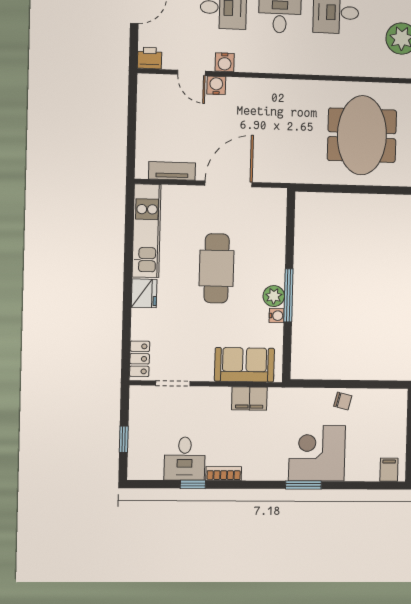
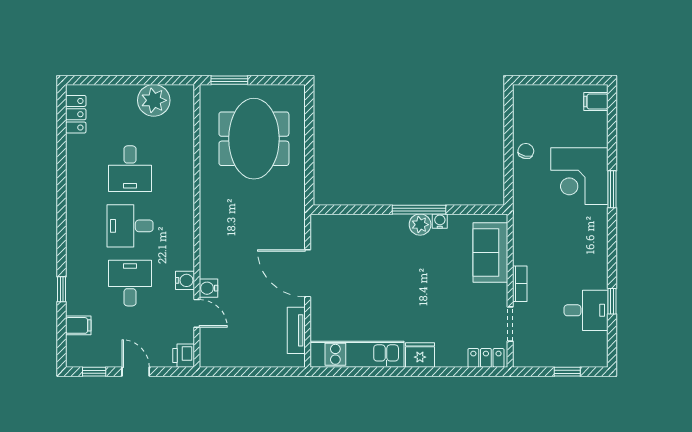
door: (191, 73) -> (197, 313), hinge flipped
meeting table: (362, 135) -> (254, 139), turned 90
cafe table: (217, 268) -> (393, 283), removed
filing cabinet: (249, 398) -> (524, 247), removed
bookcase: (224, 473) -> (520, 284), moved, turned 180

